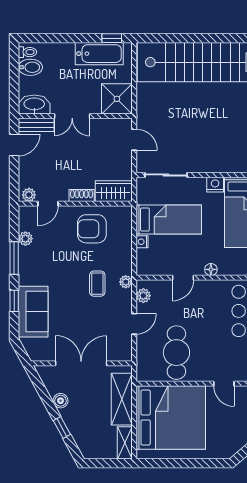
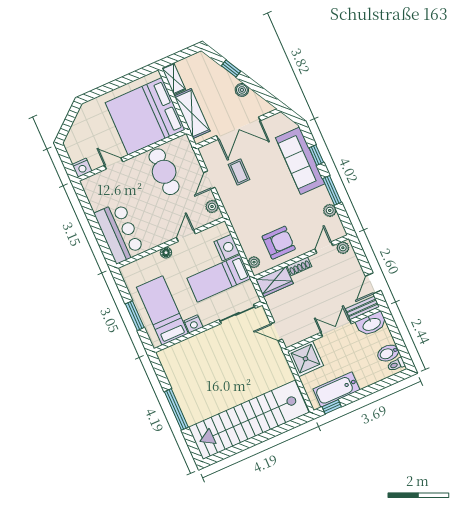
nightstand: (142, 242) -> (227, 248), width x1.89, depth x1.79
plant: (126, 282) -> (254, 262), moved
coffee table: (97, 284) -> (239, 172), moved
sofa: (33, 312) -> (300, 161), width x1.36

